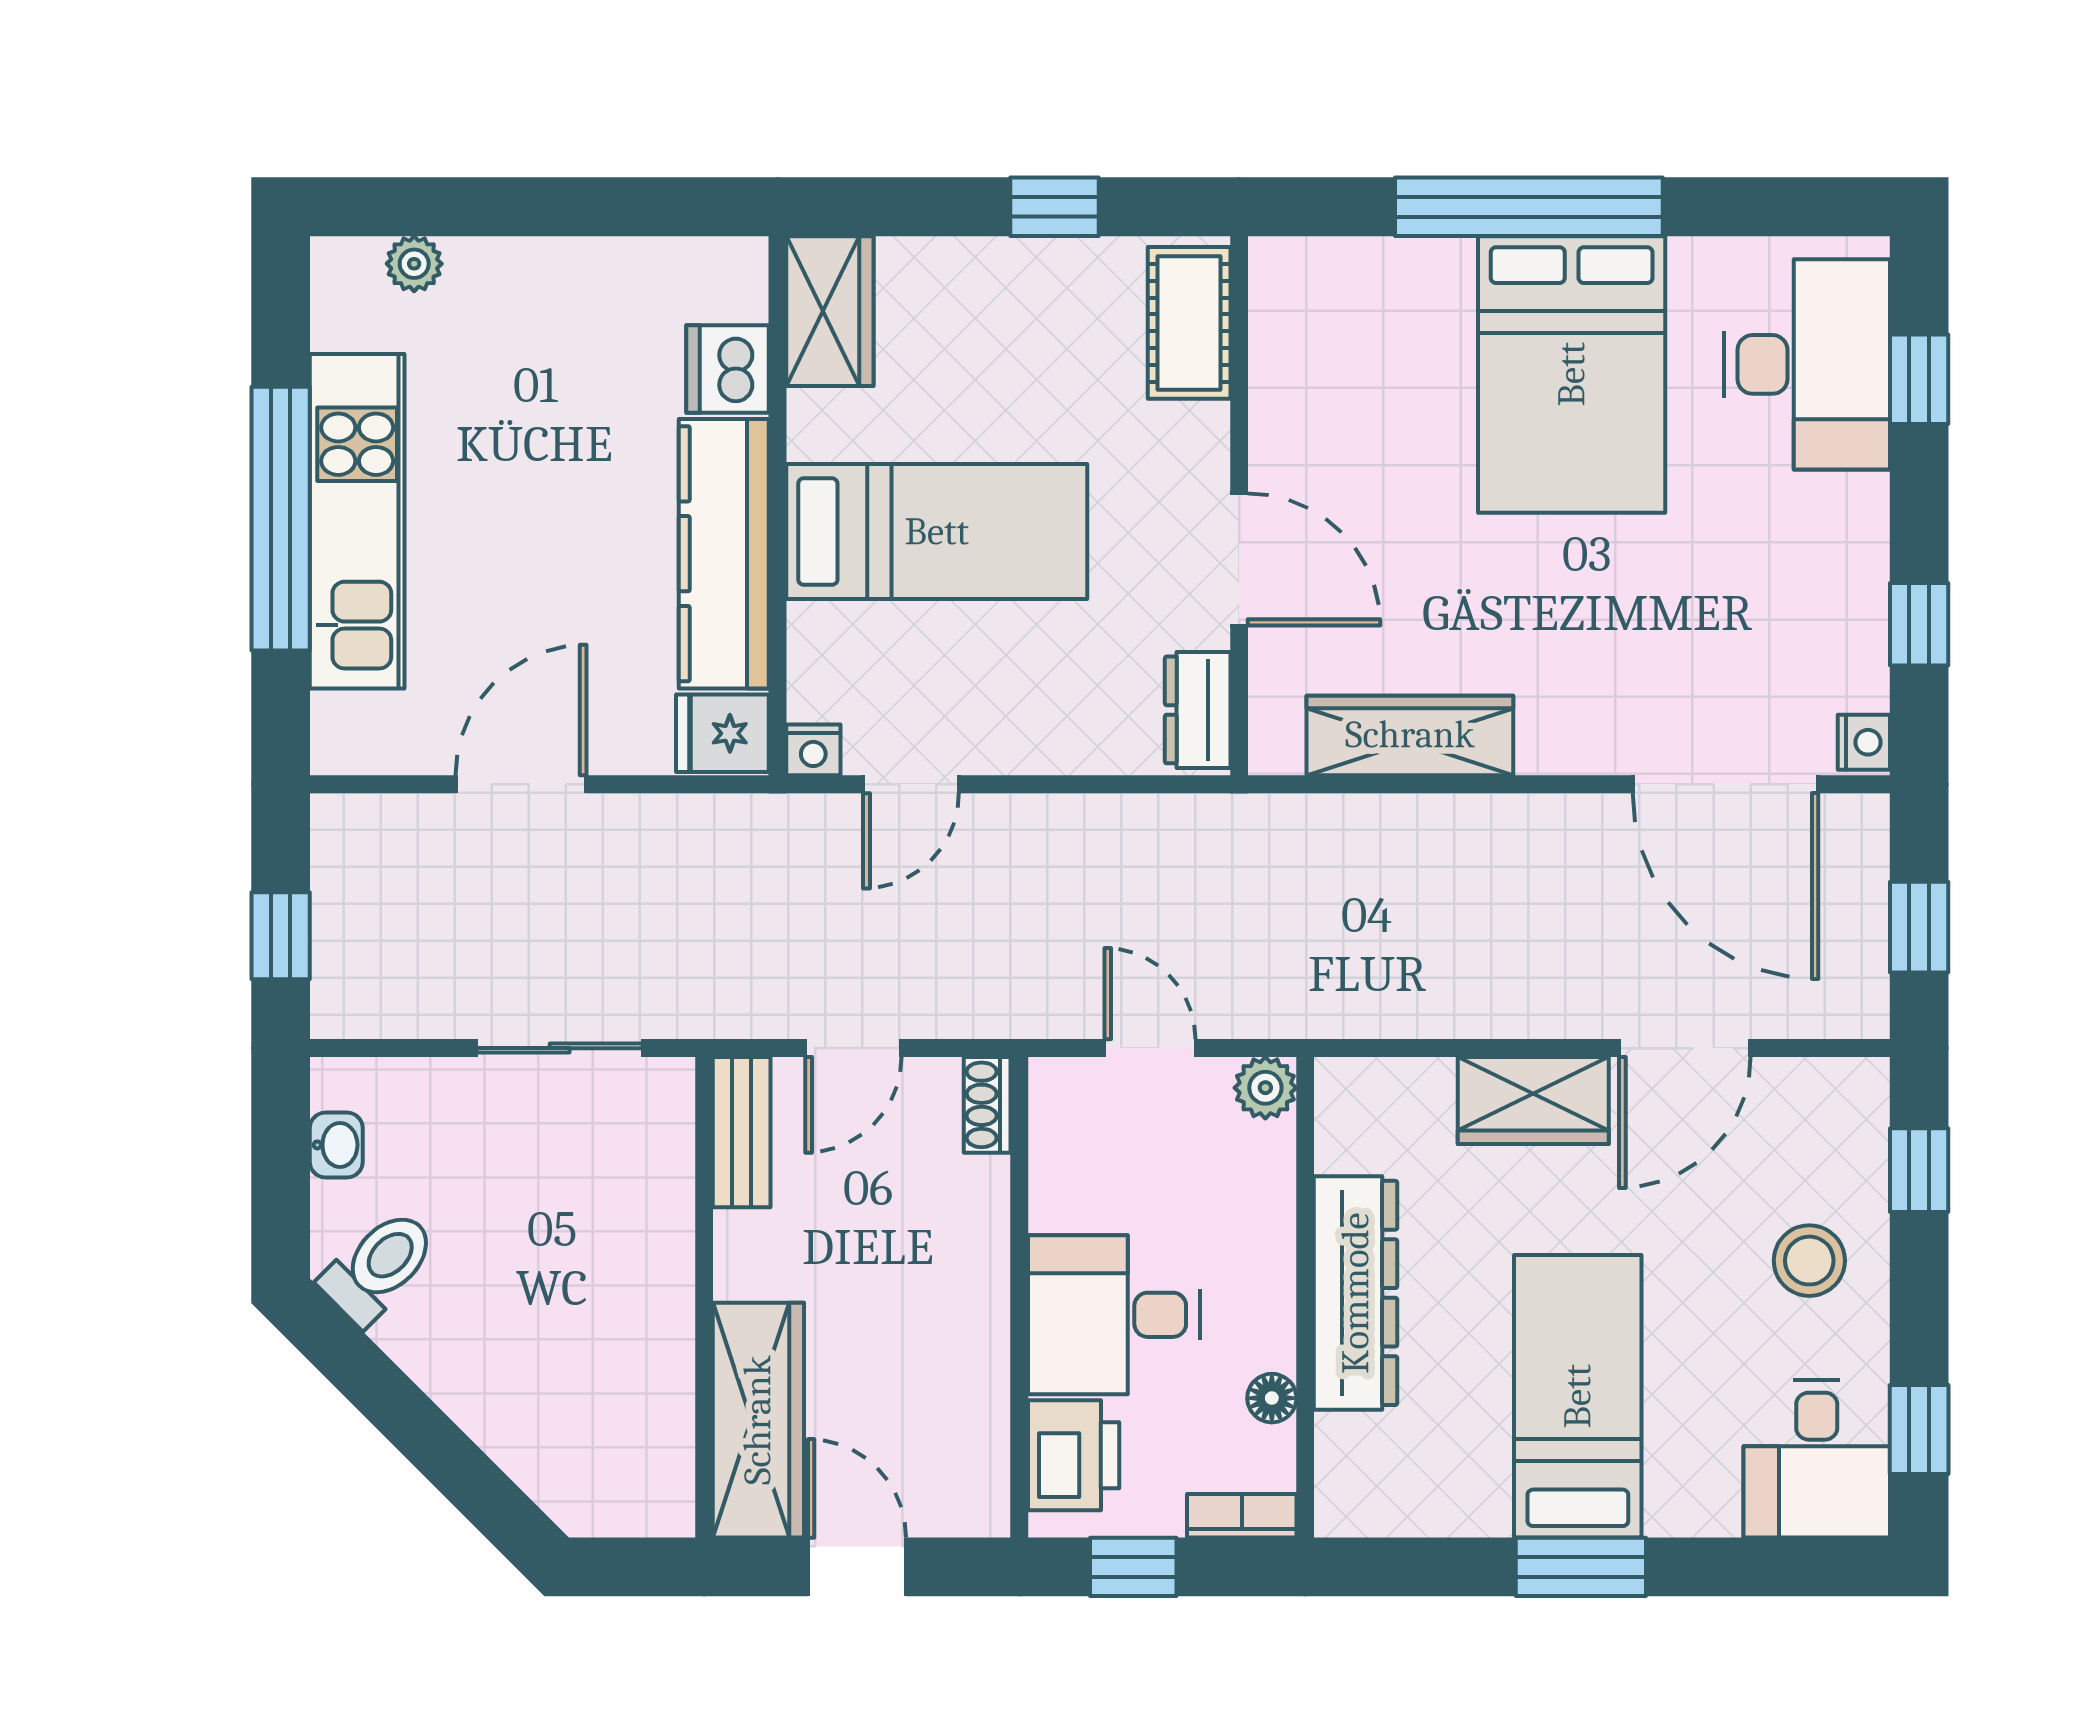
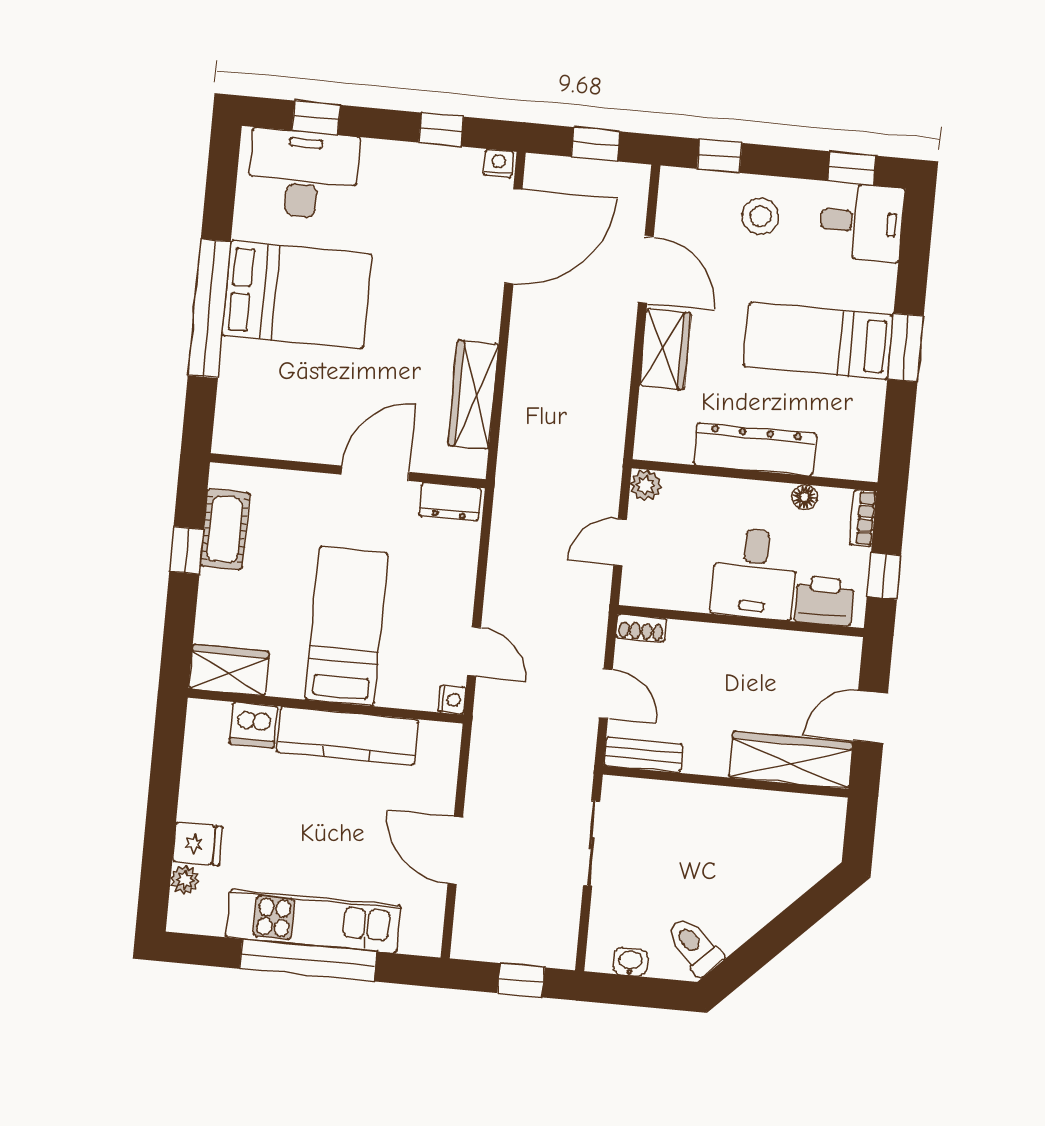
cot: (1189, 323) -> (225, 529), moved, turned 90
fridge: (722, 733) -> (198, 844), moved, turned -90

